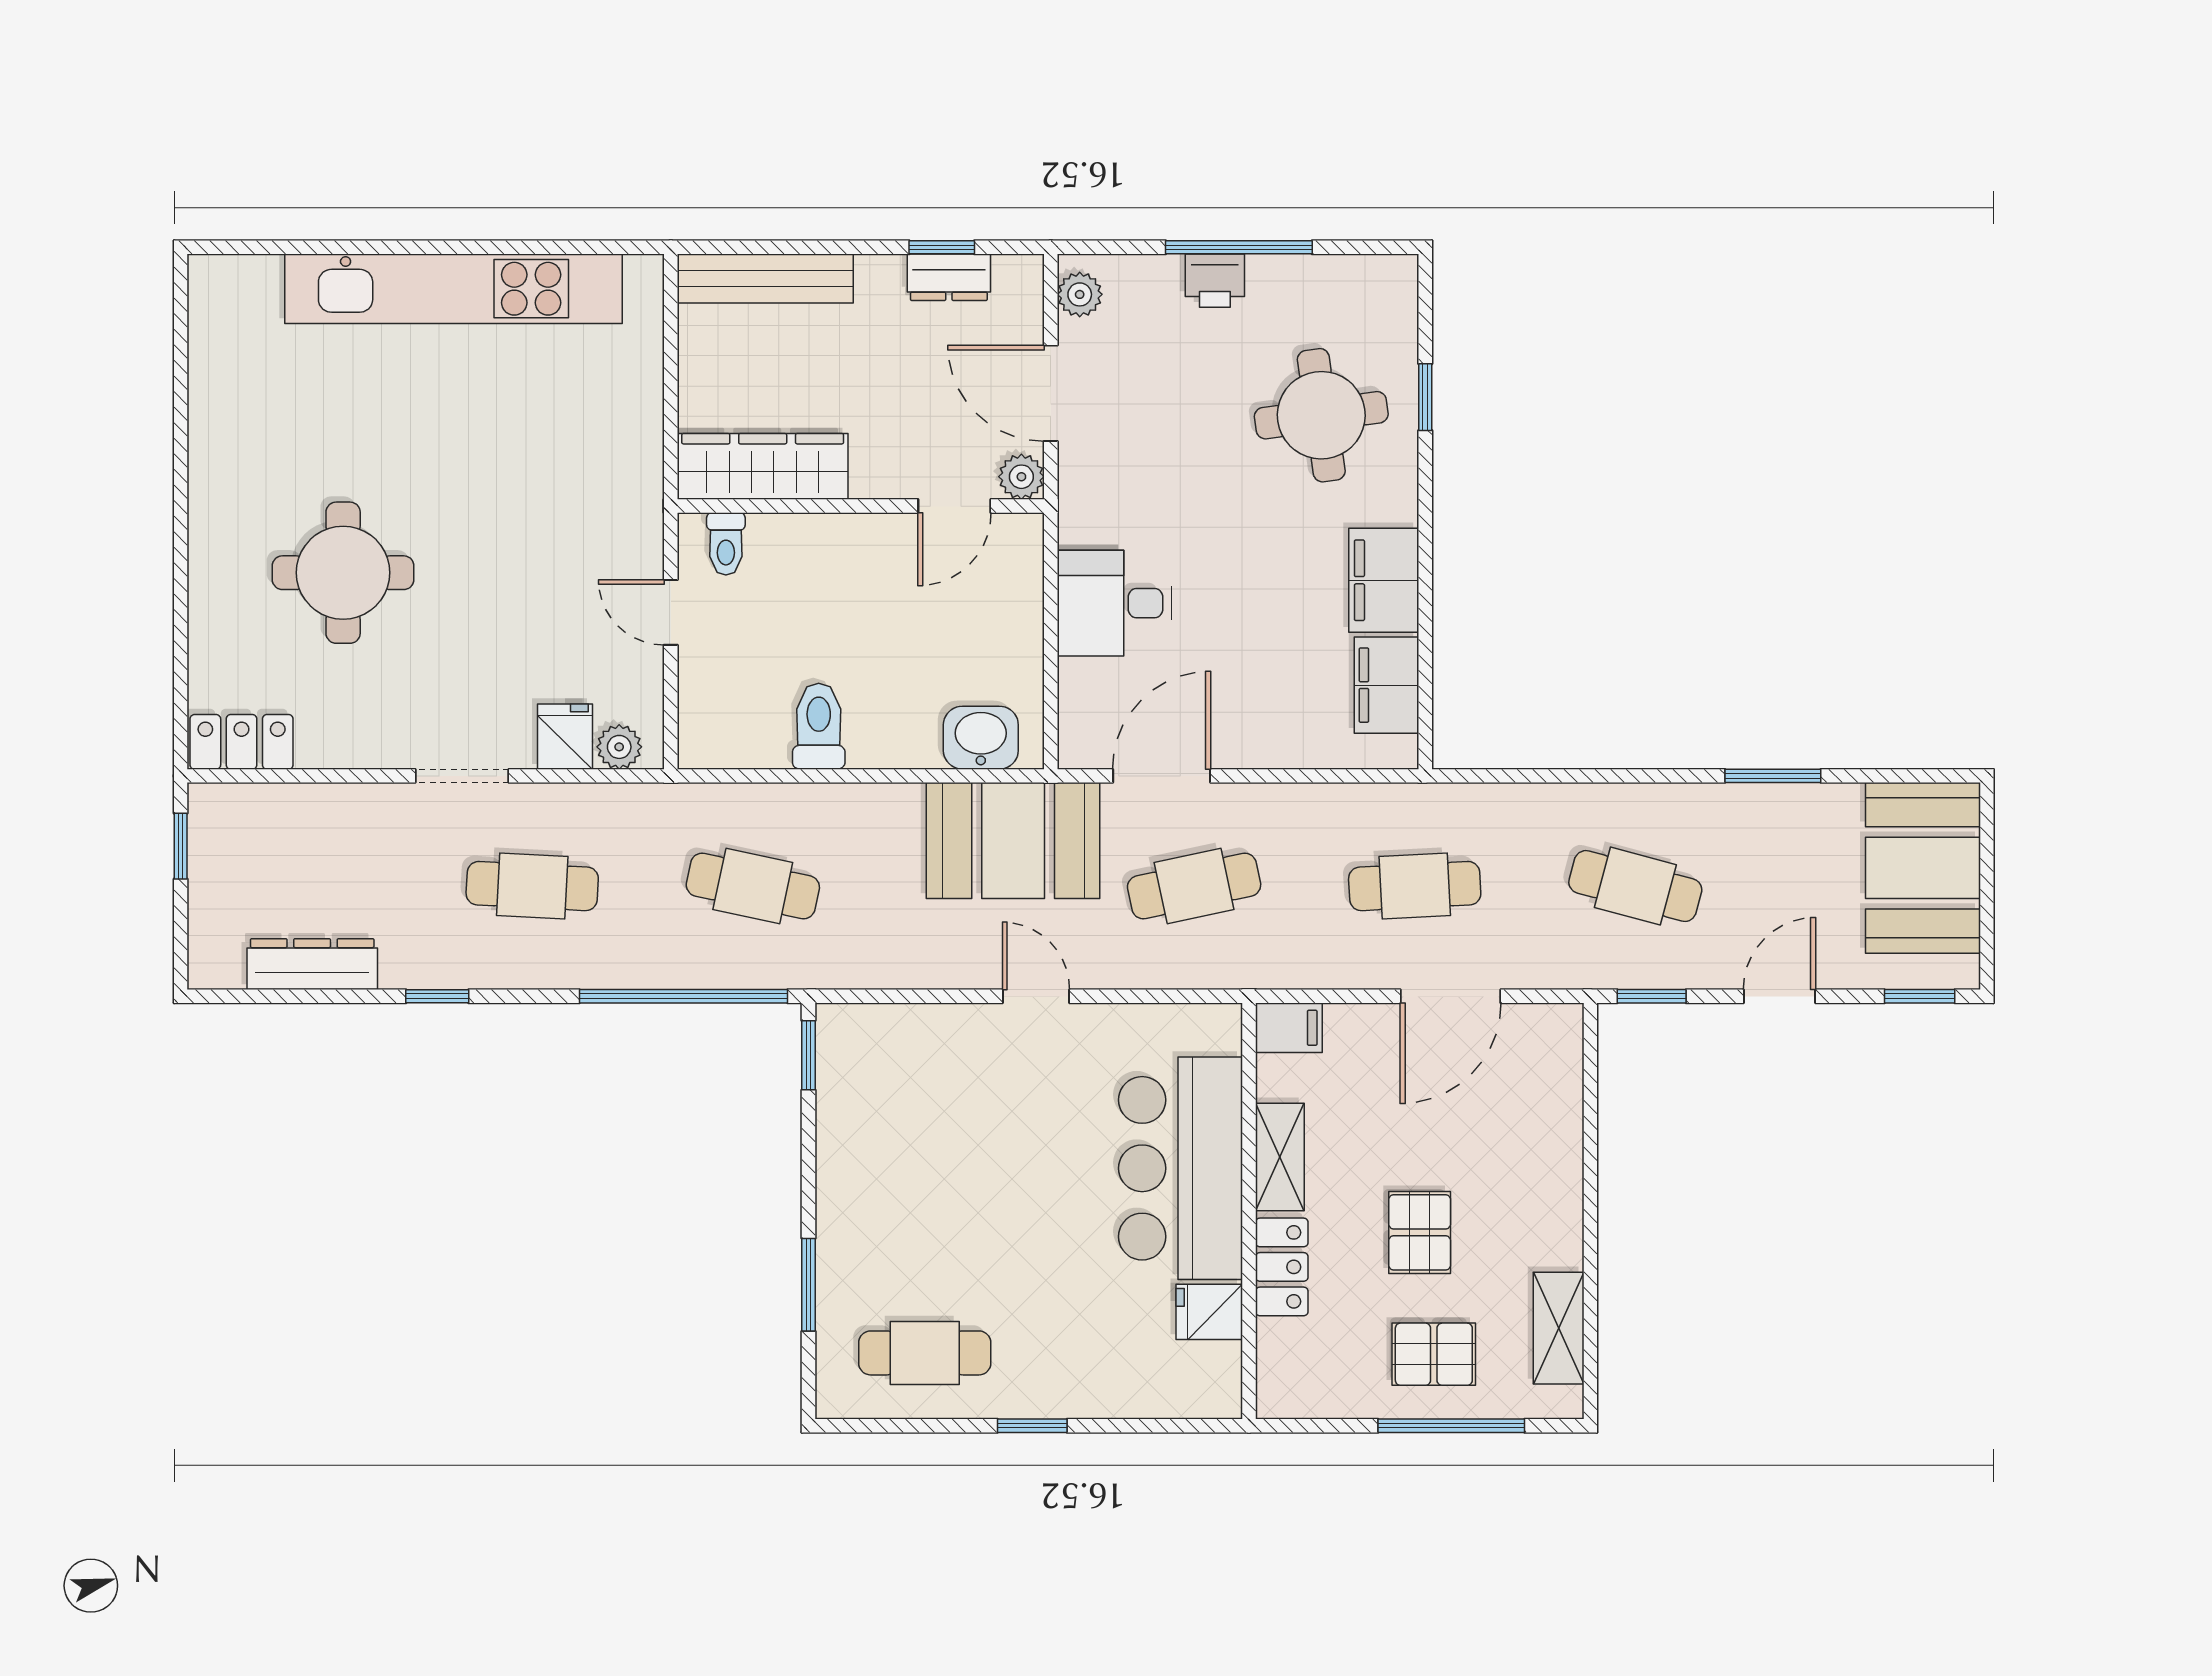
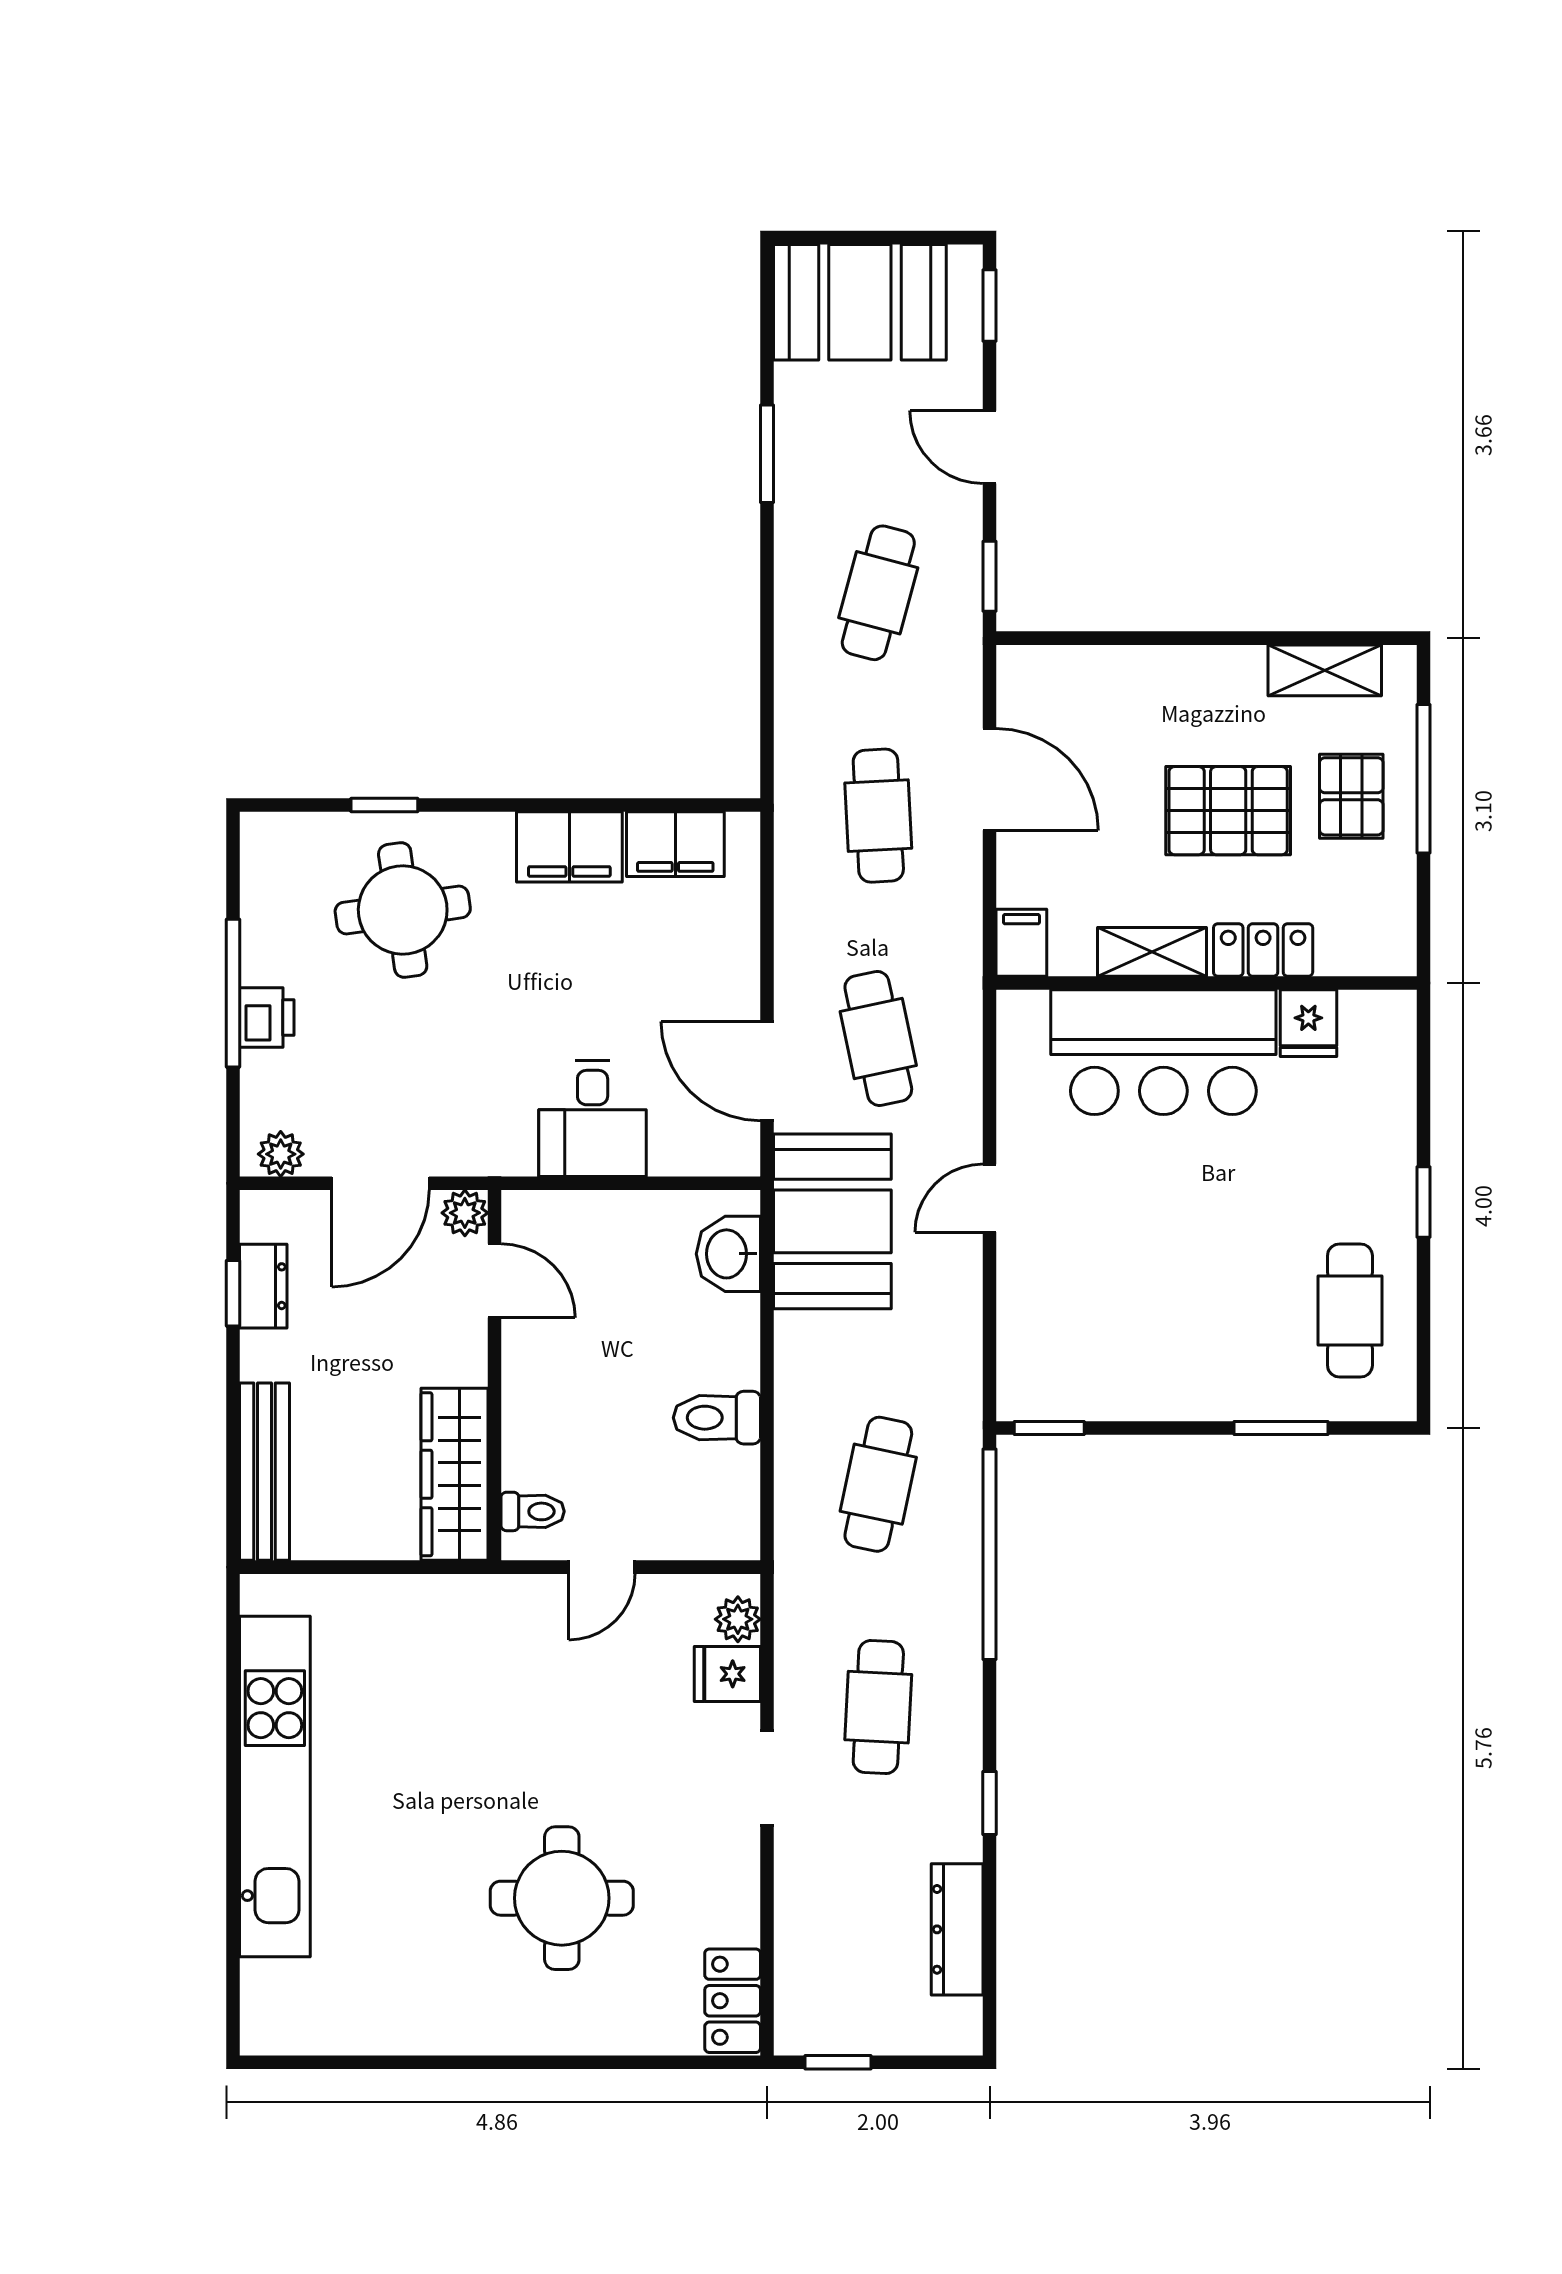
pallet: (1420, 1232) -> (1228, 811), width x1.50, depth x1.42

